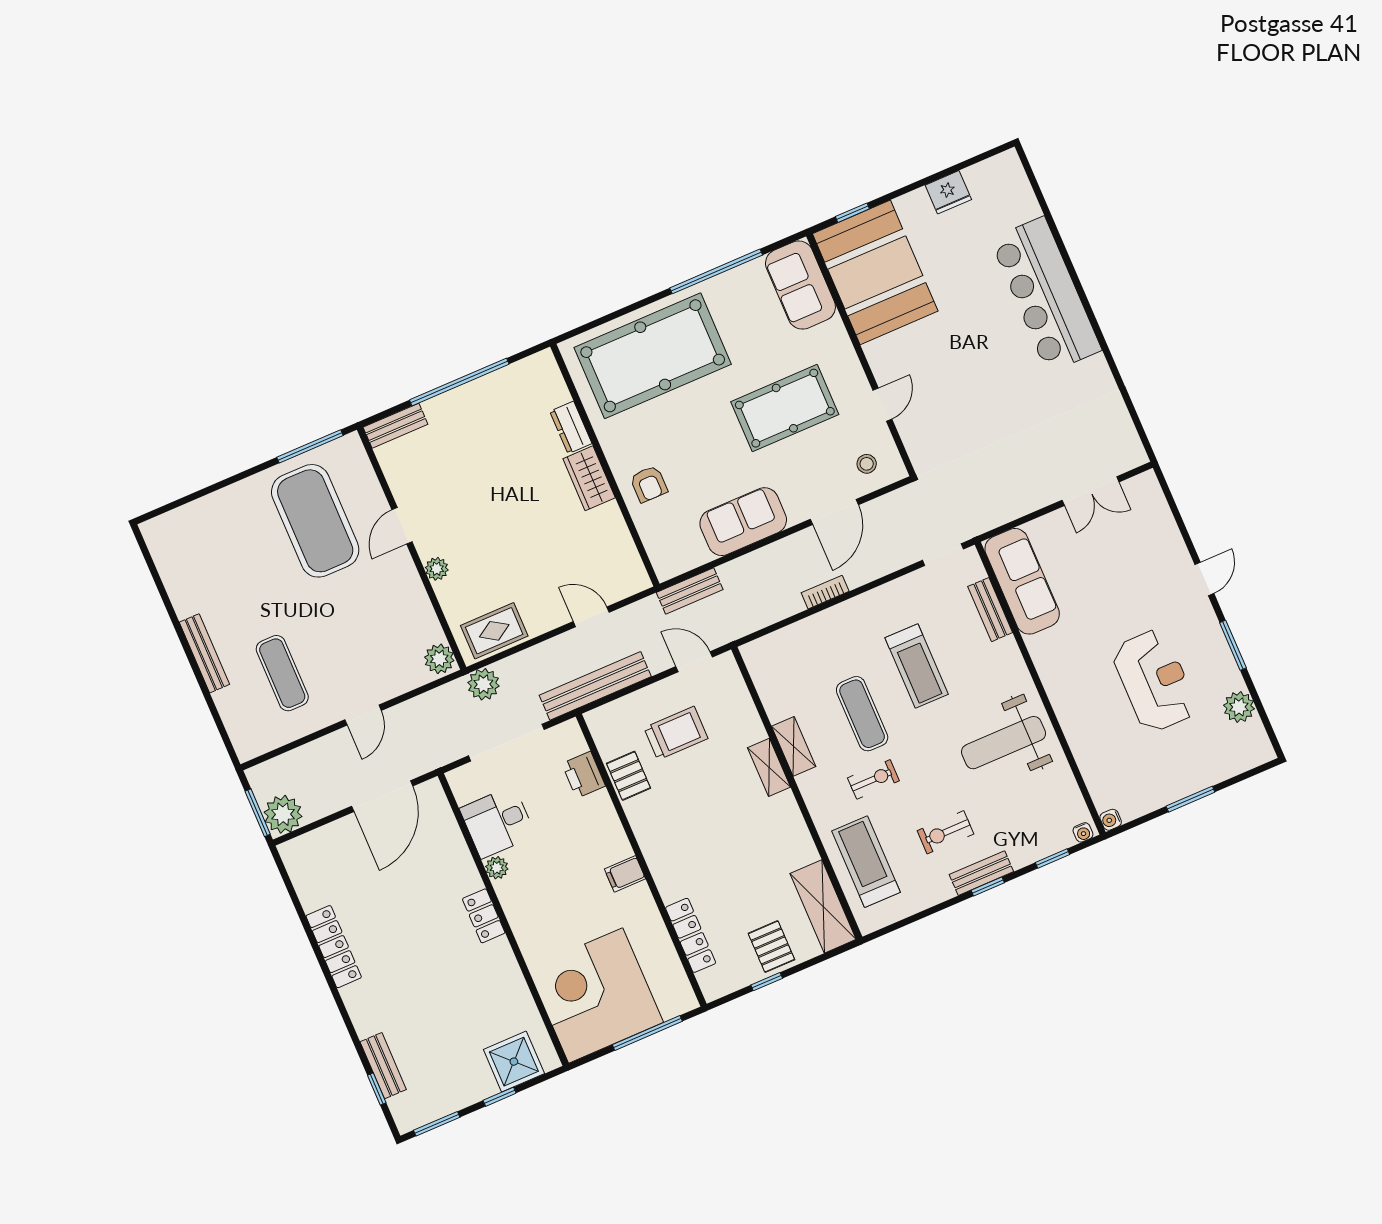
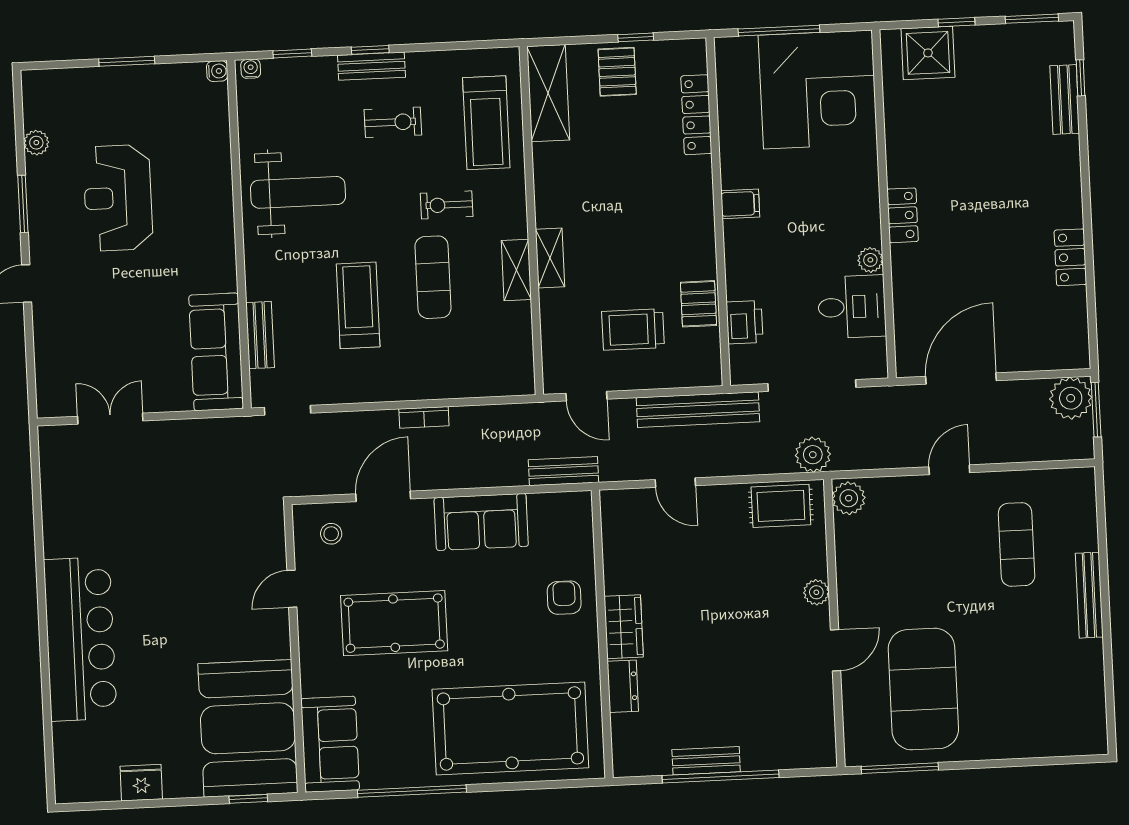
bench: (395, 426) -> (706, 761), moved
plant: (1239, 707) -> (36, 143), width x0.73, depth x0.73
locker: (334, 947) -> (1070, 257), width x0.66

